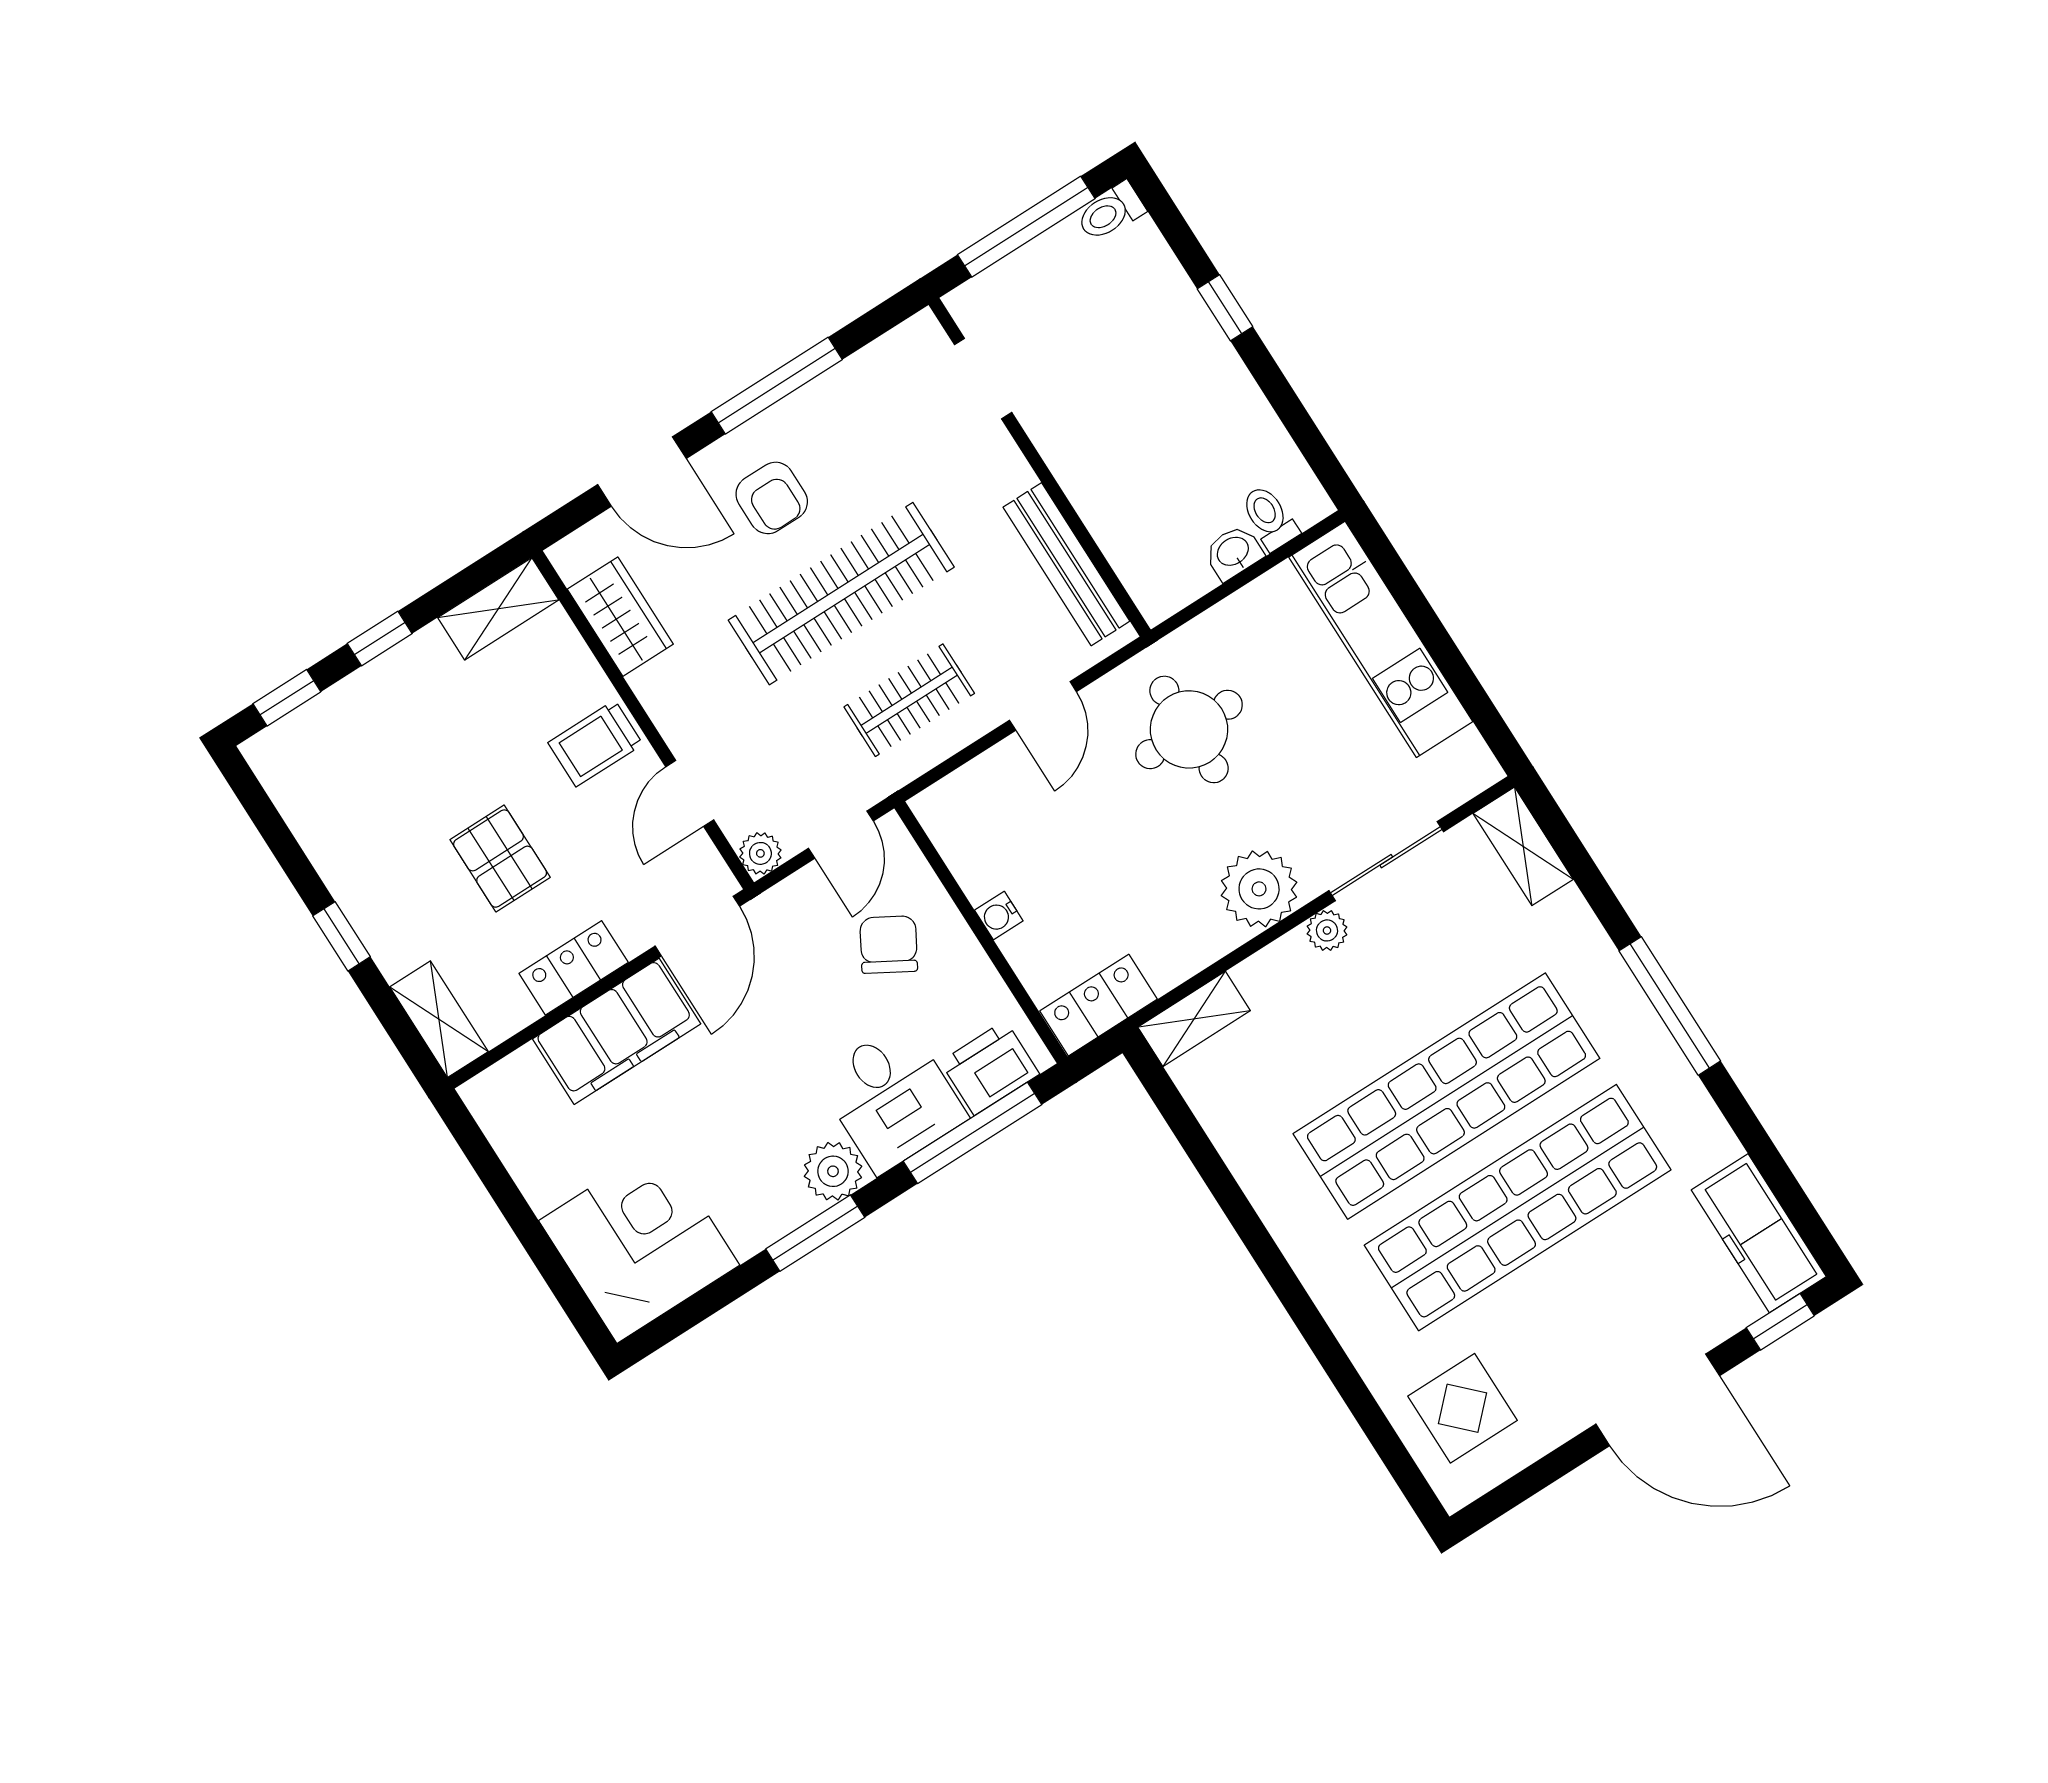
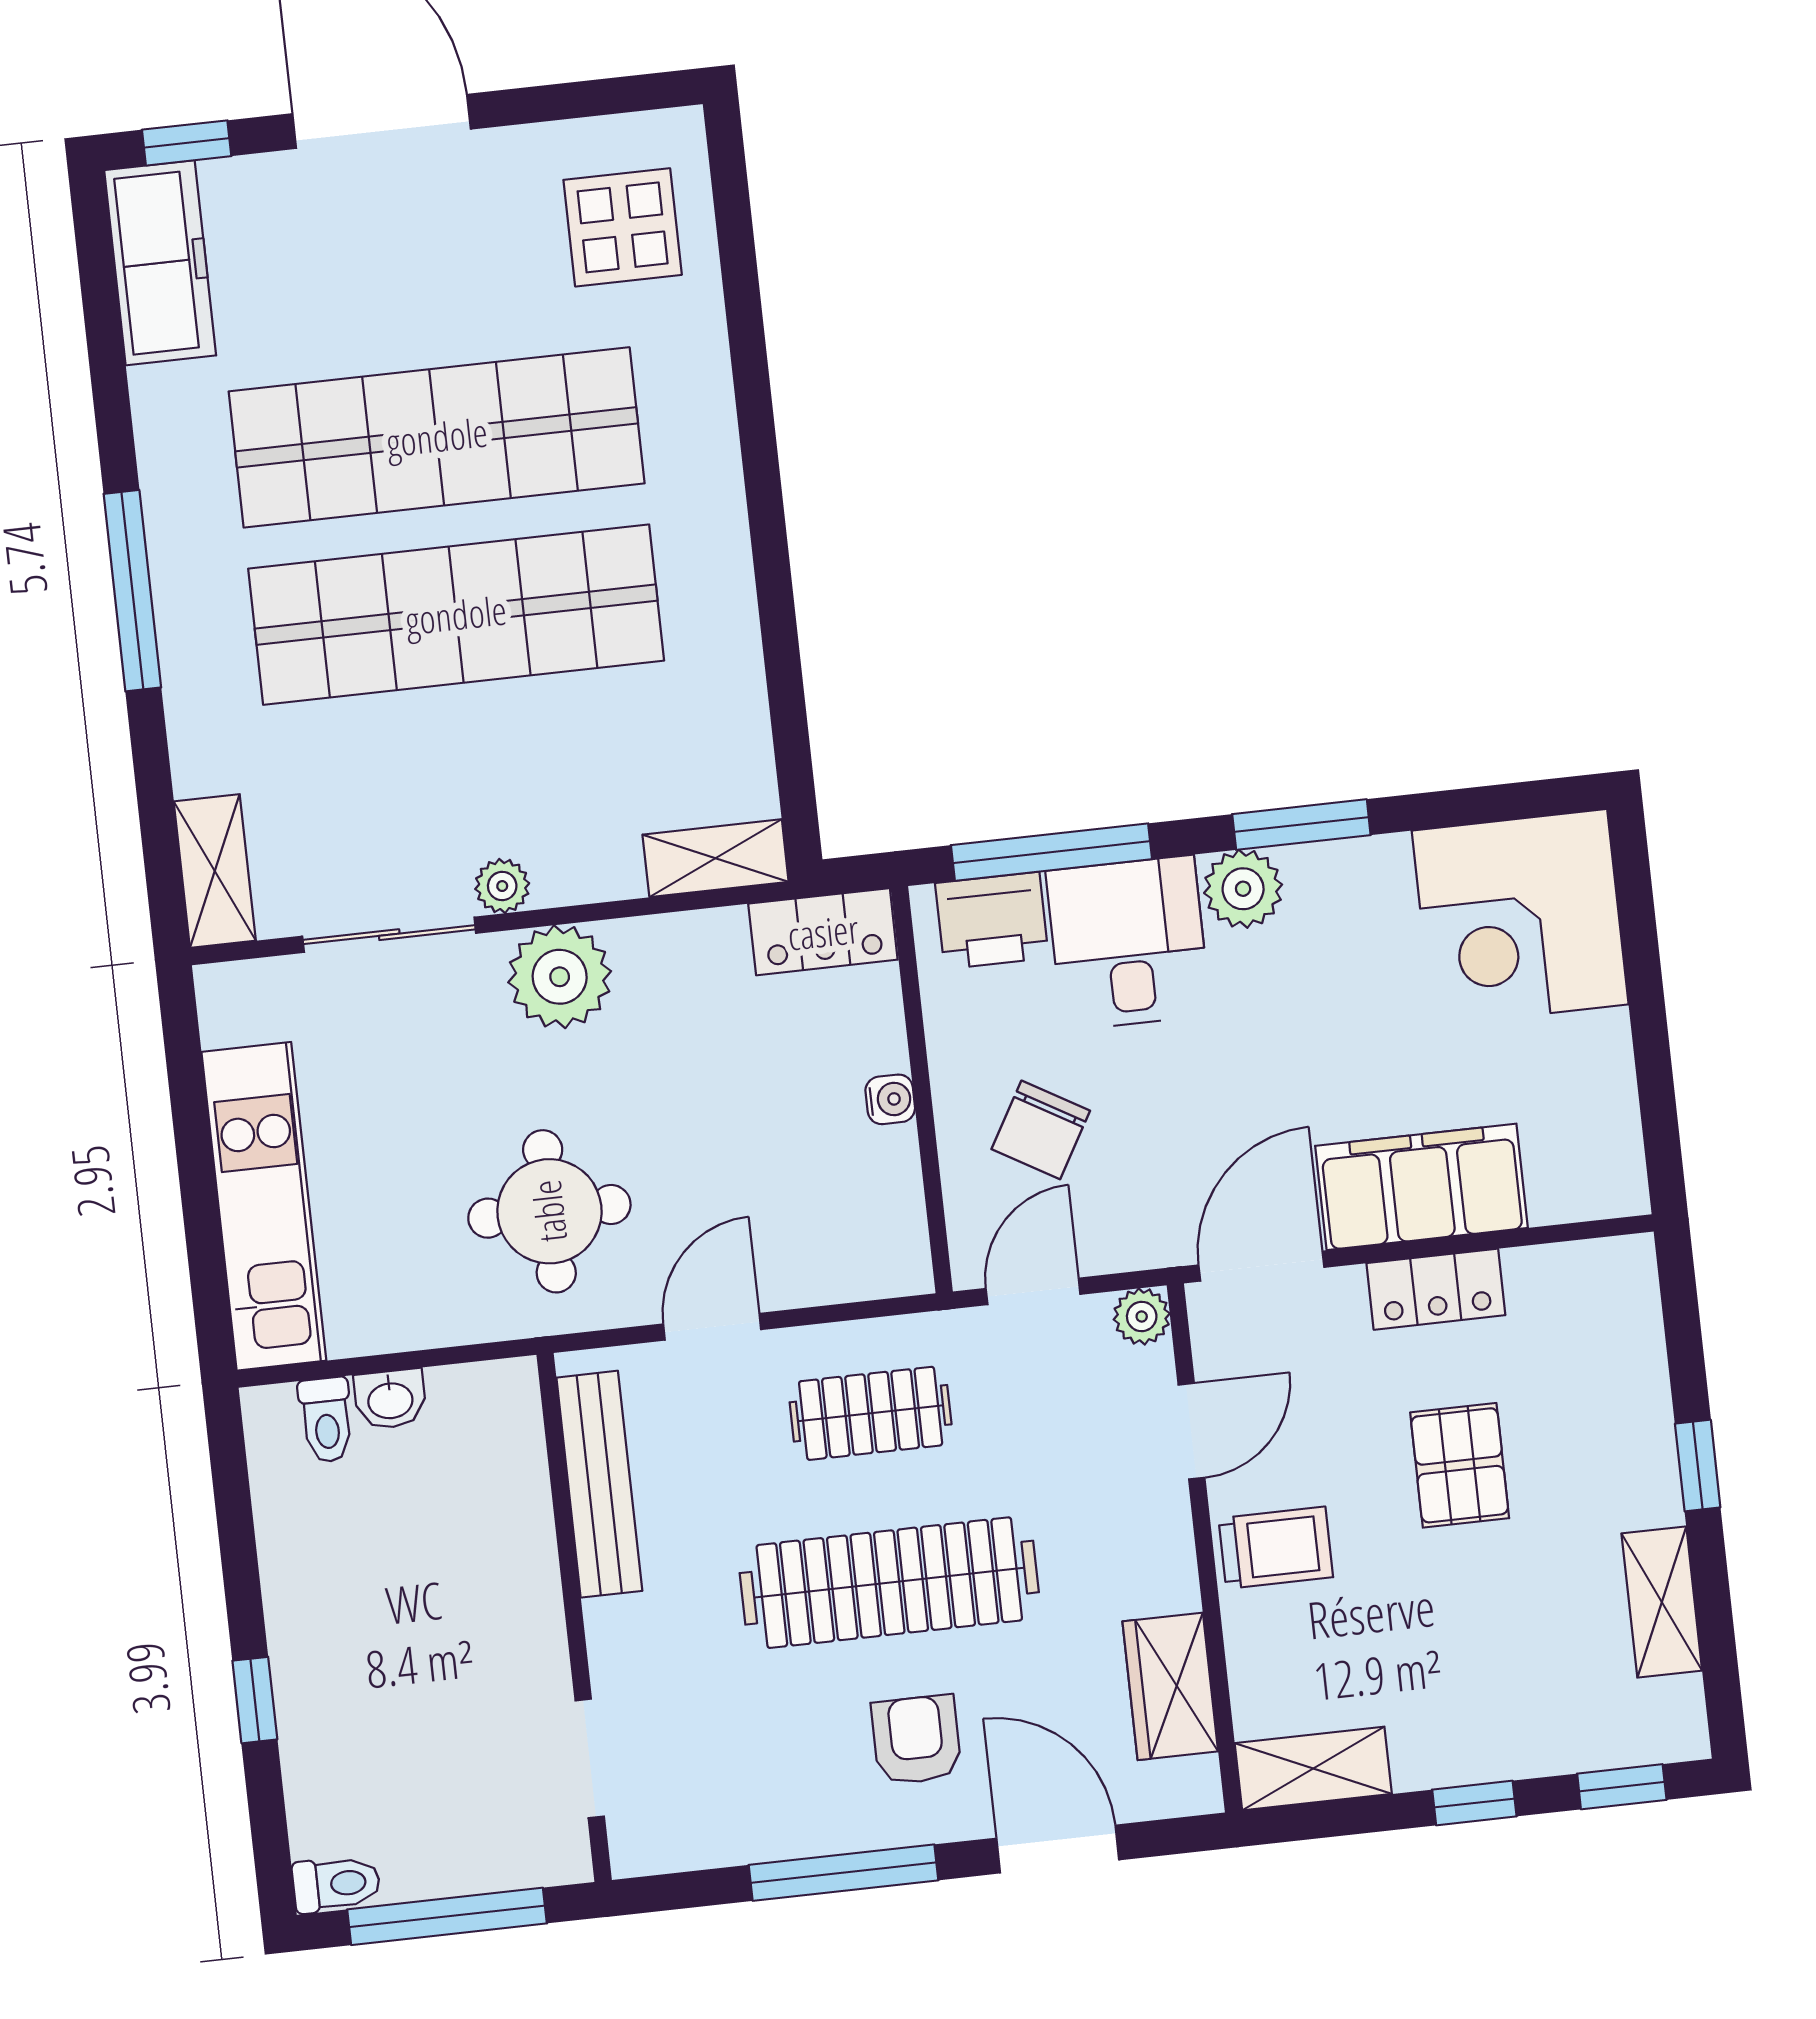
shelving: (439, 1019) -> (1662, 1602), moved

